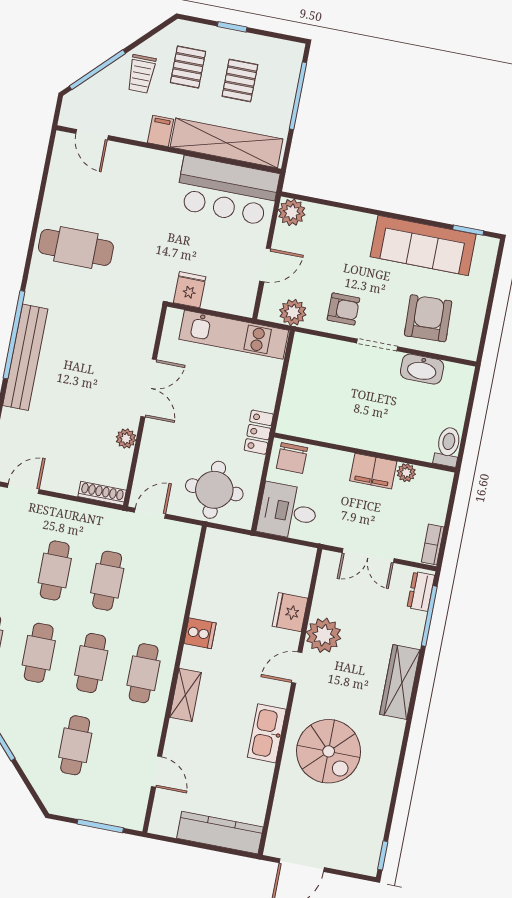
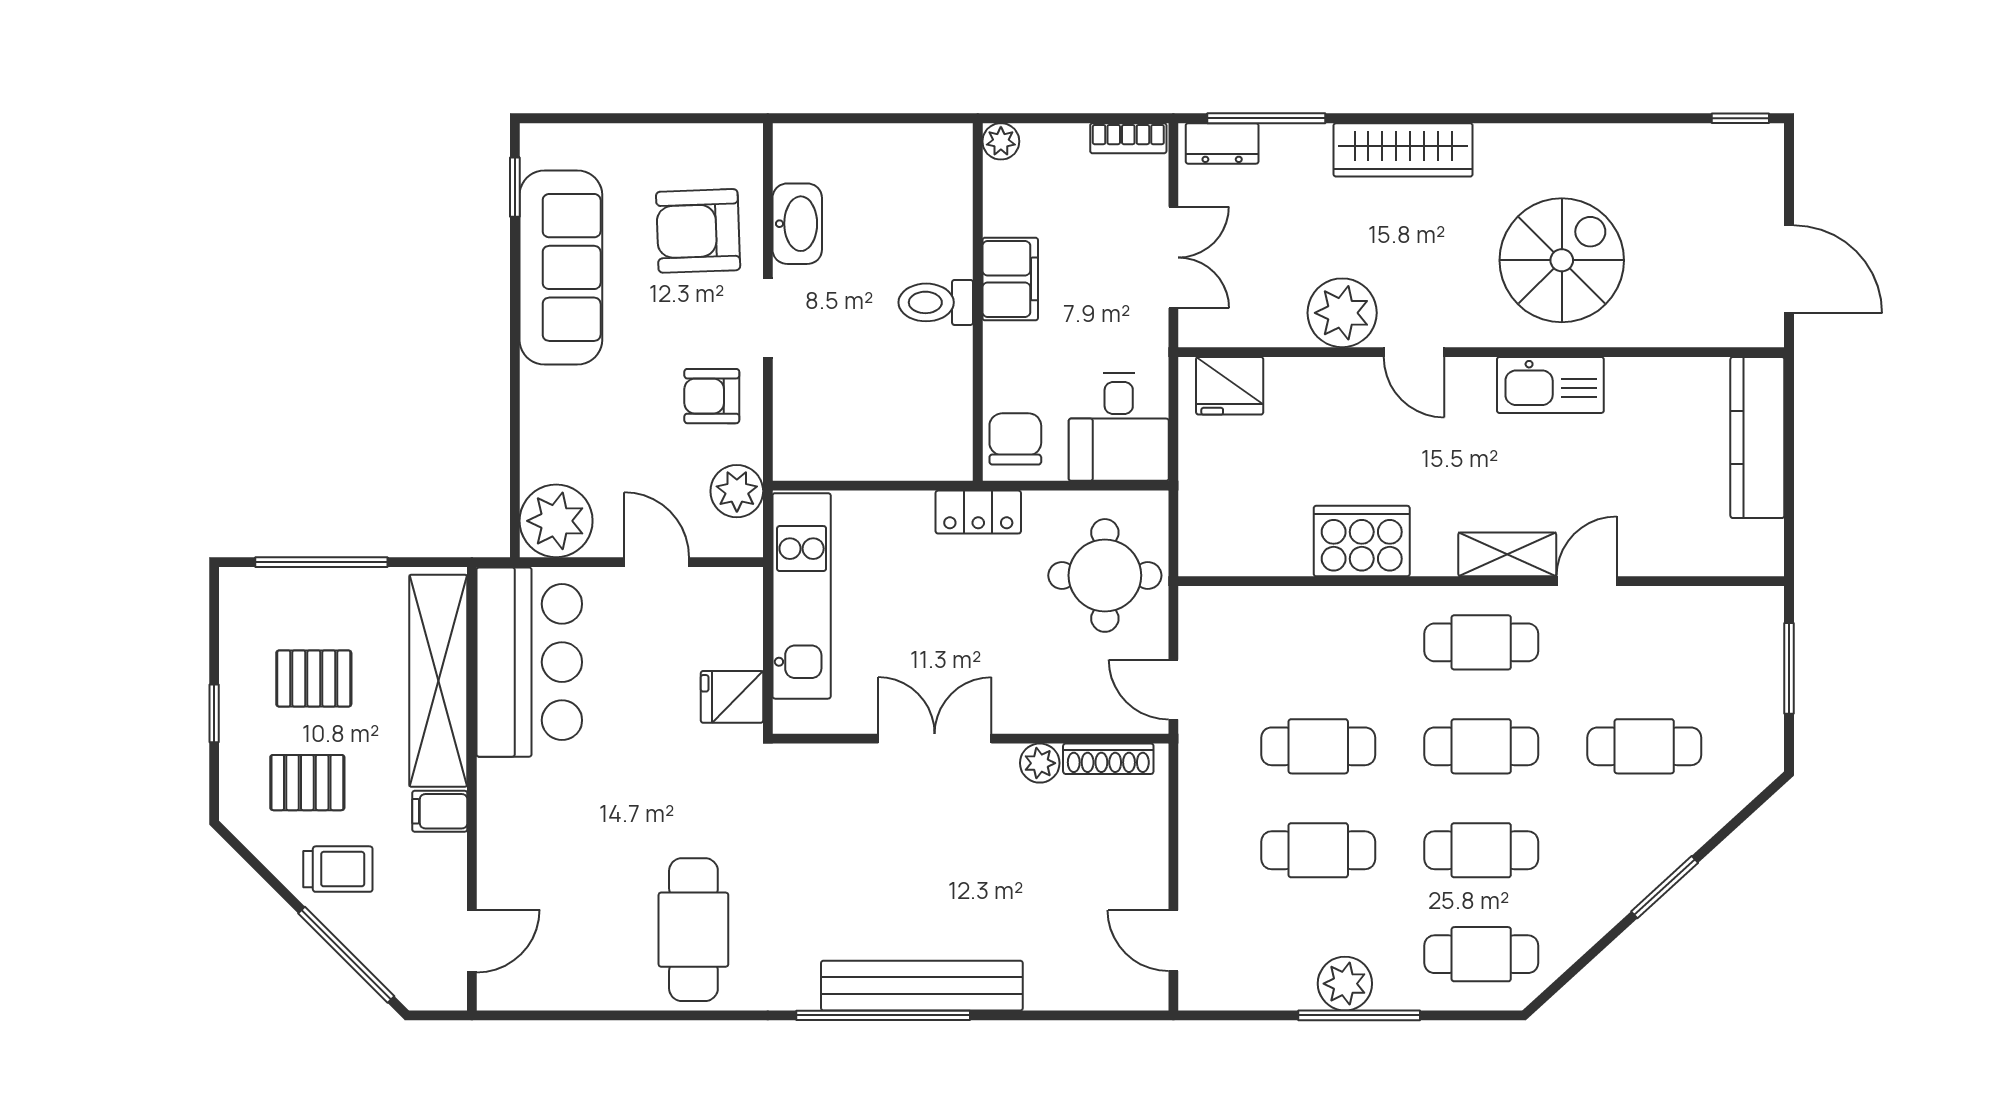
plant: (292, 212) -> (556, 521), width x1.36, depth x1.36
armchair: (343, 309) -> (712, 396), turned -90
toilet: (448, 447) -> (936, 302), moved
chair: (292, 458) -> (1015, 439), turned -90
plant: (406, 473) -> (1001, 141), moved
shoe rack: (102, 493) -> (1108, 759), moved, turned -90
fridge: (290, 612) -> (1230, 386), moved
cooker: (200, 633) -> (1362, 541), width x1.87, depth x1.31
door: (157, 772) -> (1587, 581), moved

